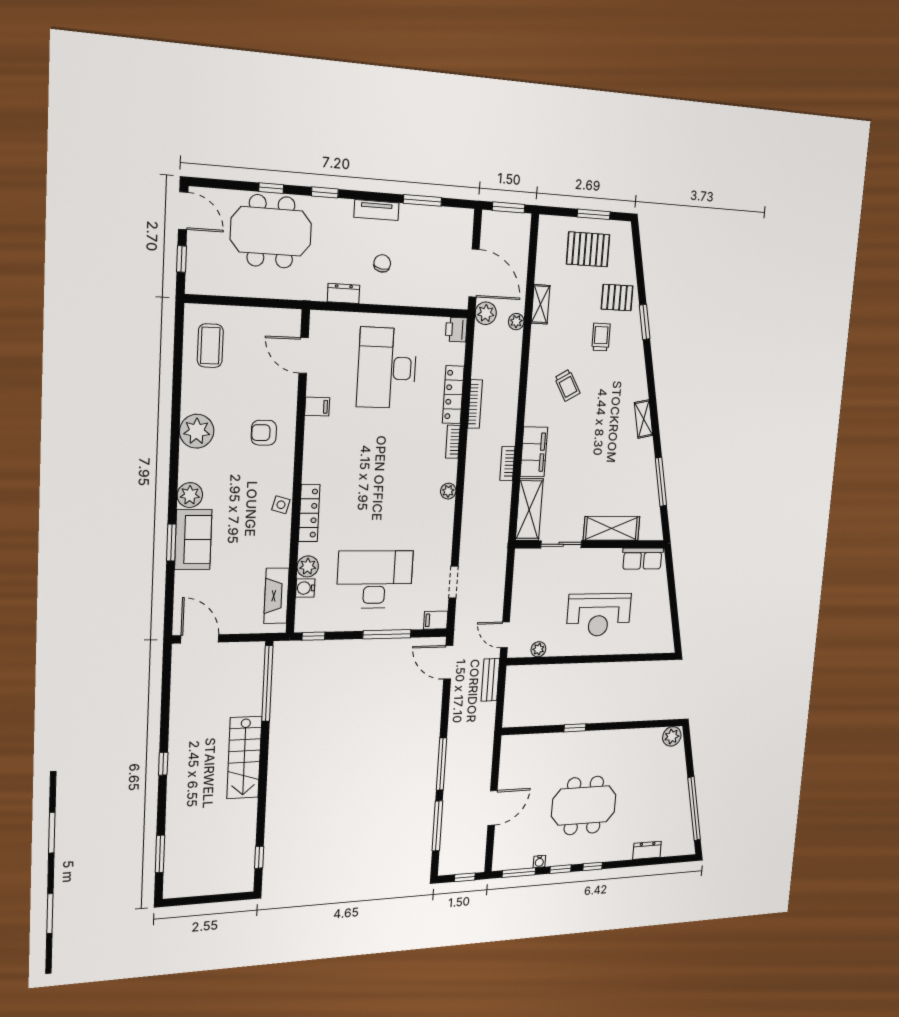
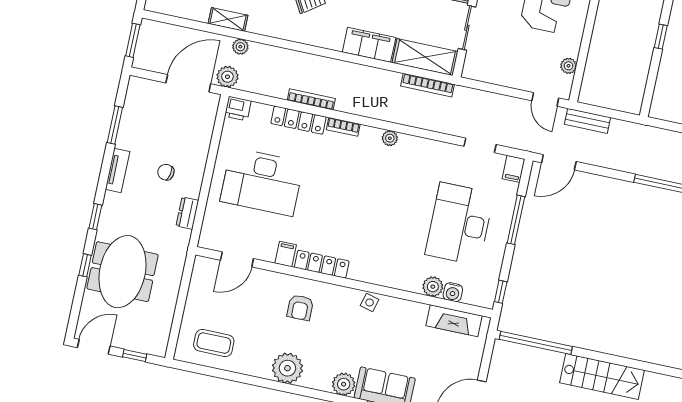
bookcase: (507, 463) -> (428, 85), moved, width x1.56
locker: (309, 513) -> (322, 264), moved
door: (505, 635) -> (545, 99), hinge flipped

